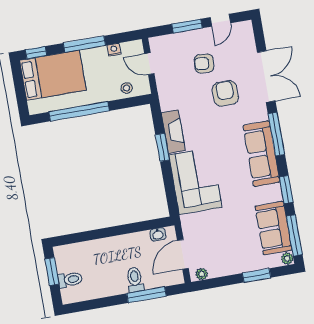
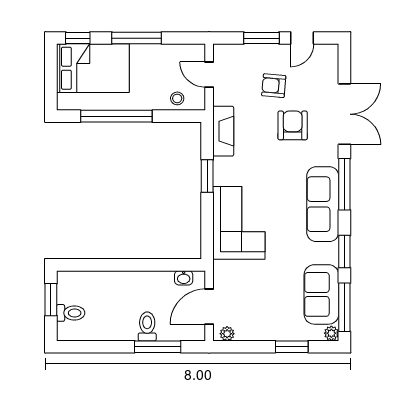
nightstand: (114, 50) -> (170, 51), removed
fireplace: (173, 132) -> (223, 131), moved

